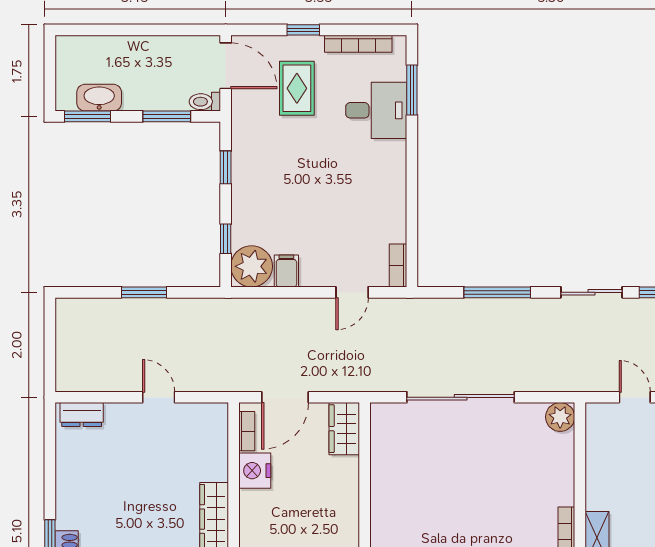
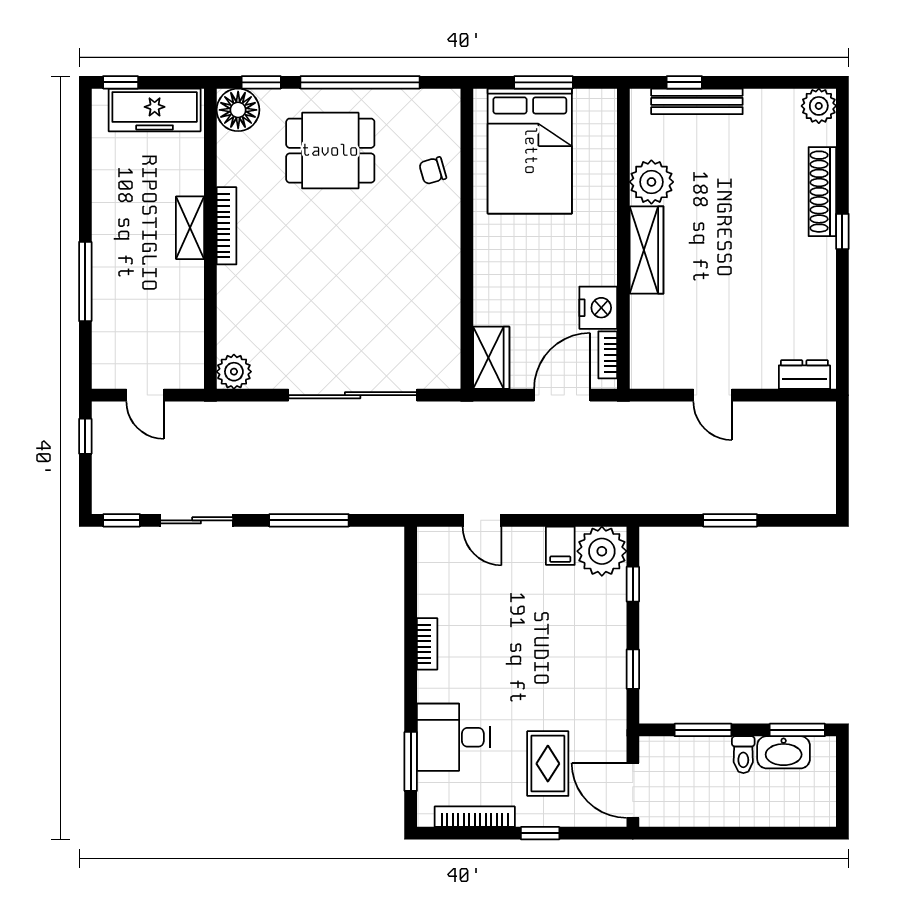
toilet: (205, 102) -> (743, 755), moved, turned 90
bookcase: (398, 265) -> (427, 644), moved
door: (352, 292) -> (482, 520), swing flipped

